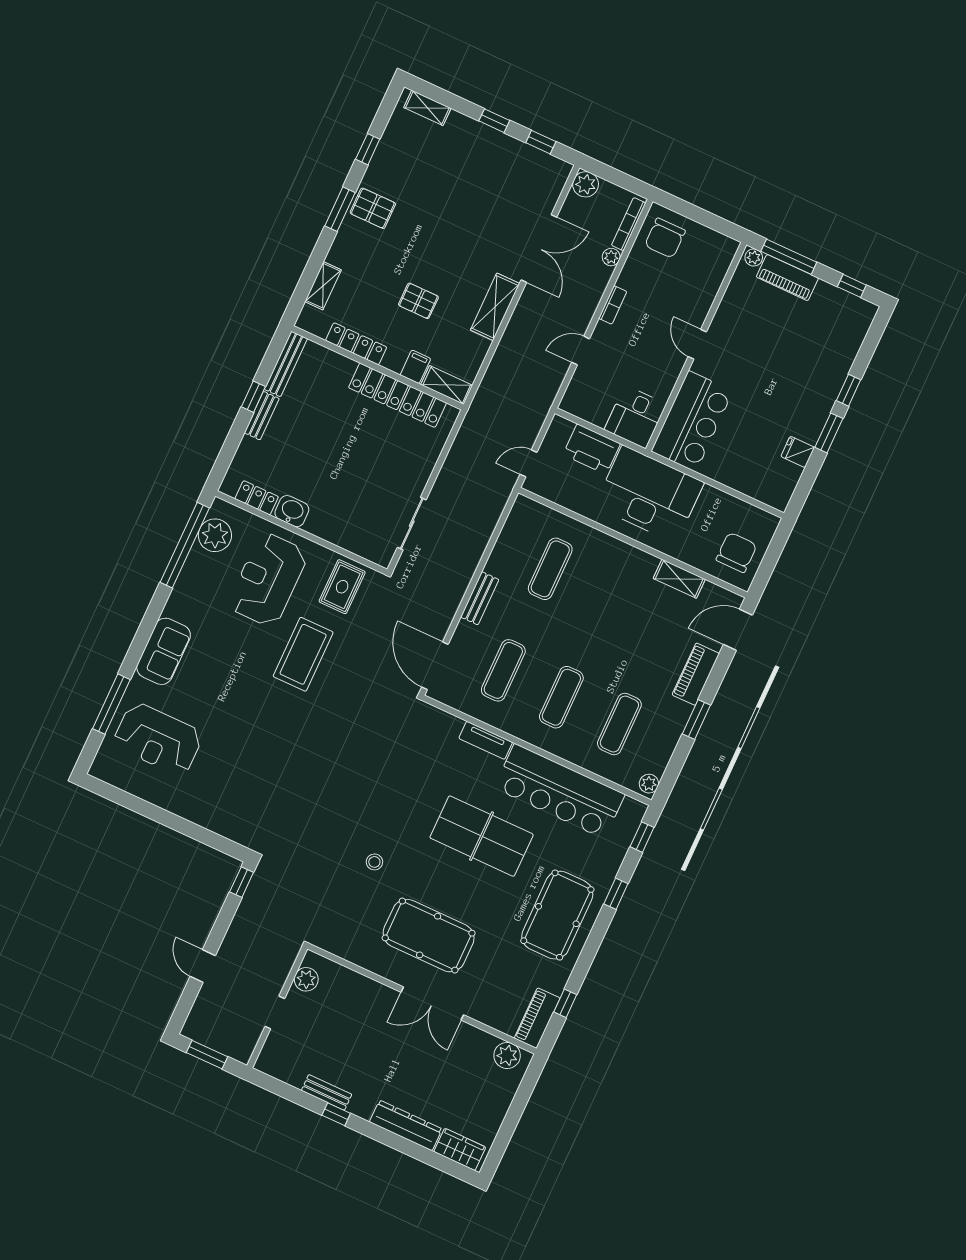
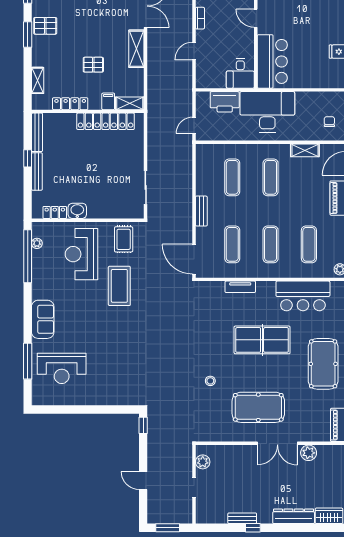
bench: (262, 416) -> (37, 172), width x1.36
plant: (215, 535) -> (37, 243), width x0.53, depth x0.53
chair: (736, 552) -> (329, 122), width x0.54, depth x0.54
exercise mat: (608, 596) -> (271, 177), added
bar counter: (559, 791) -> (303, 296), width x0.73
plant: (507, 1056) -> (309, 453), moved

